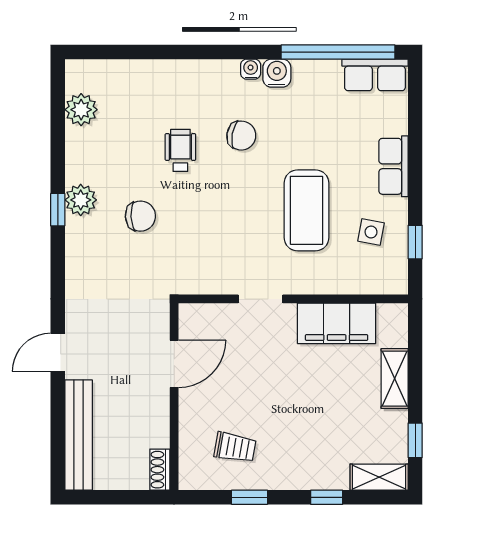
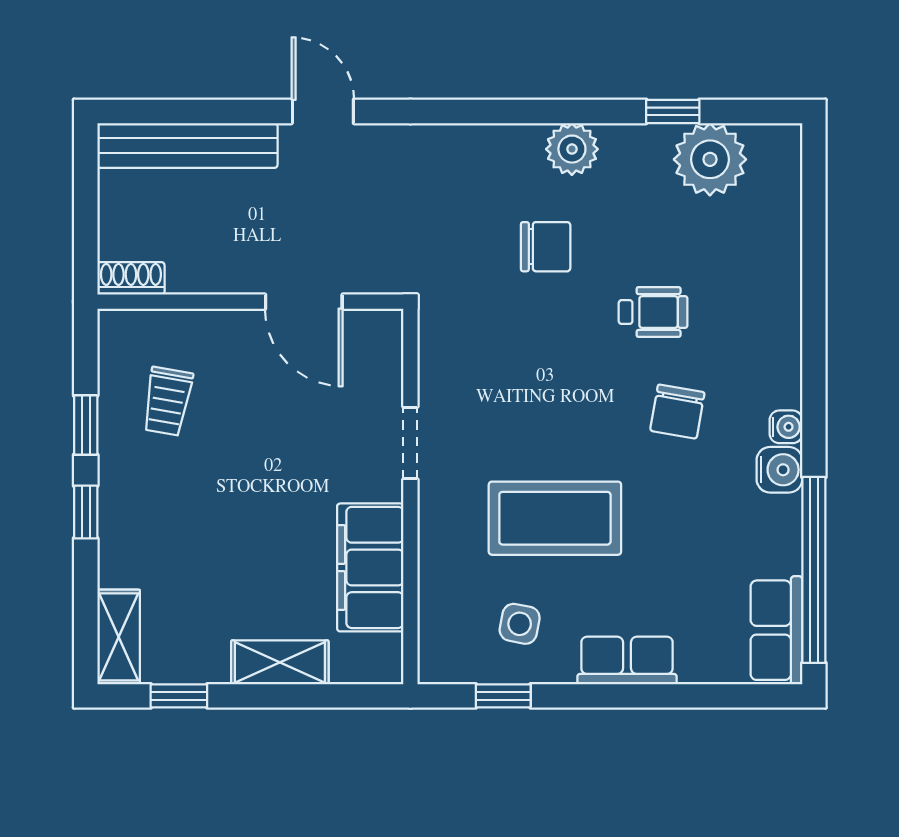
plant: (81, 110) -> (710, 159), width x1.36, depth x1.36
window: (58, 210) -> (673, 111), moved
chair: (140, 216) -> (546, 247), turned -87
window: (327, 497) -> (86, 512), moved

